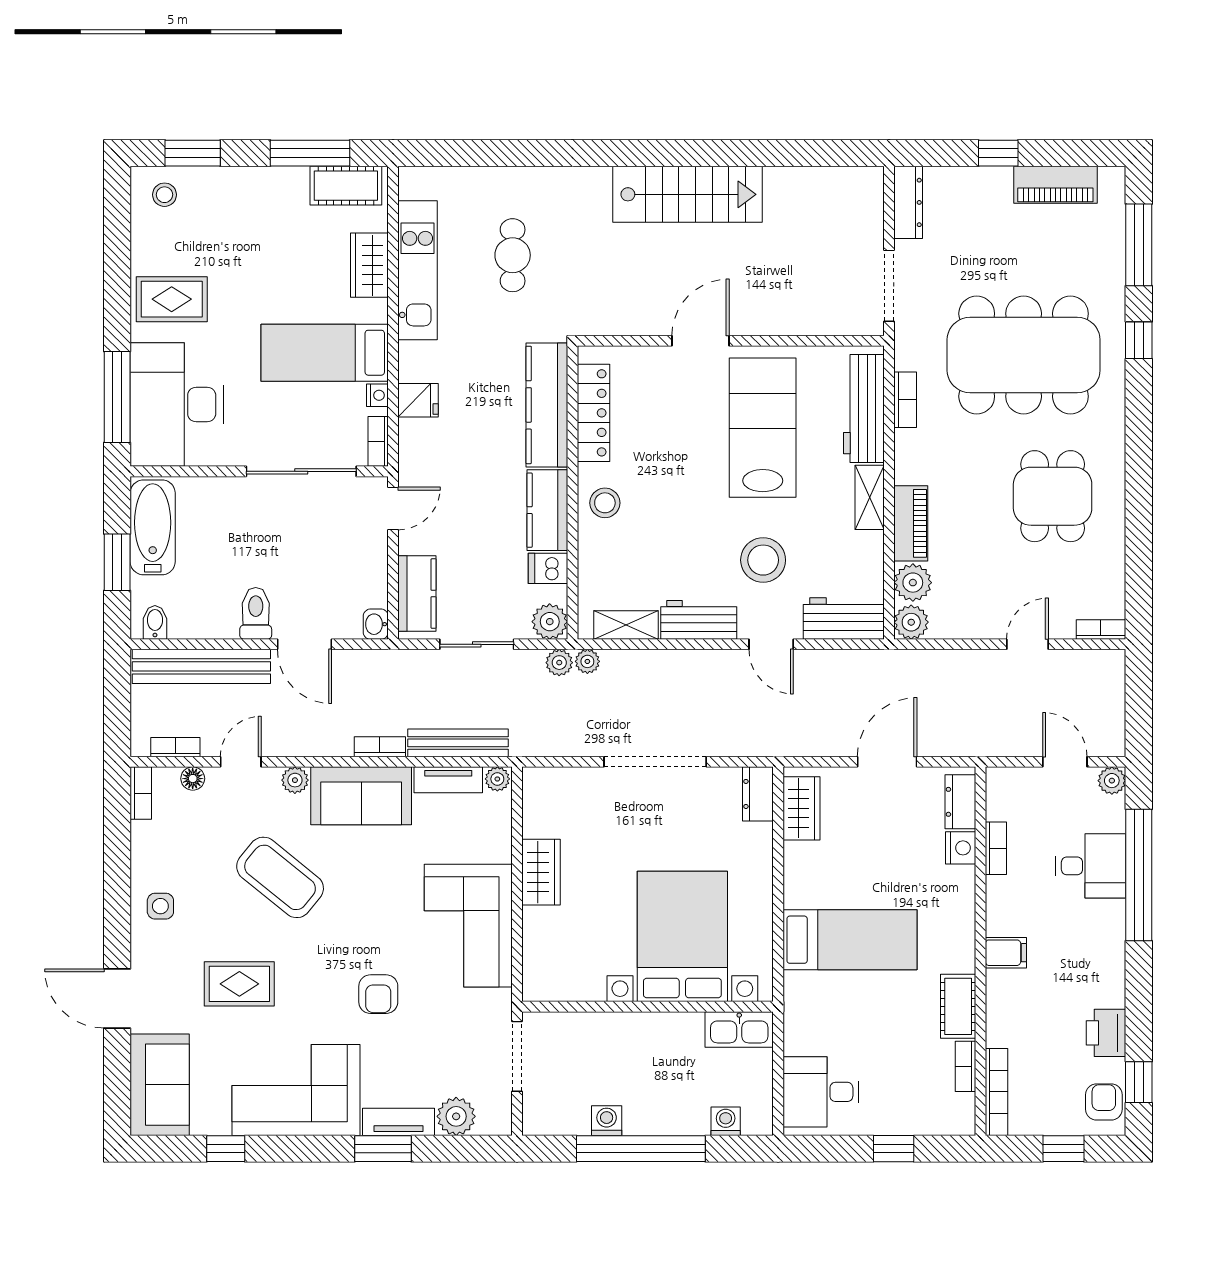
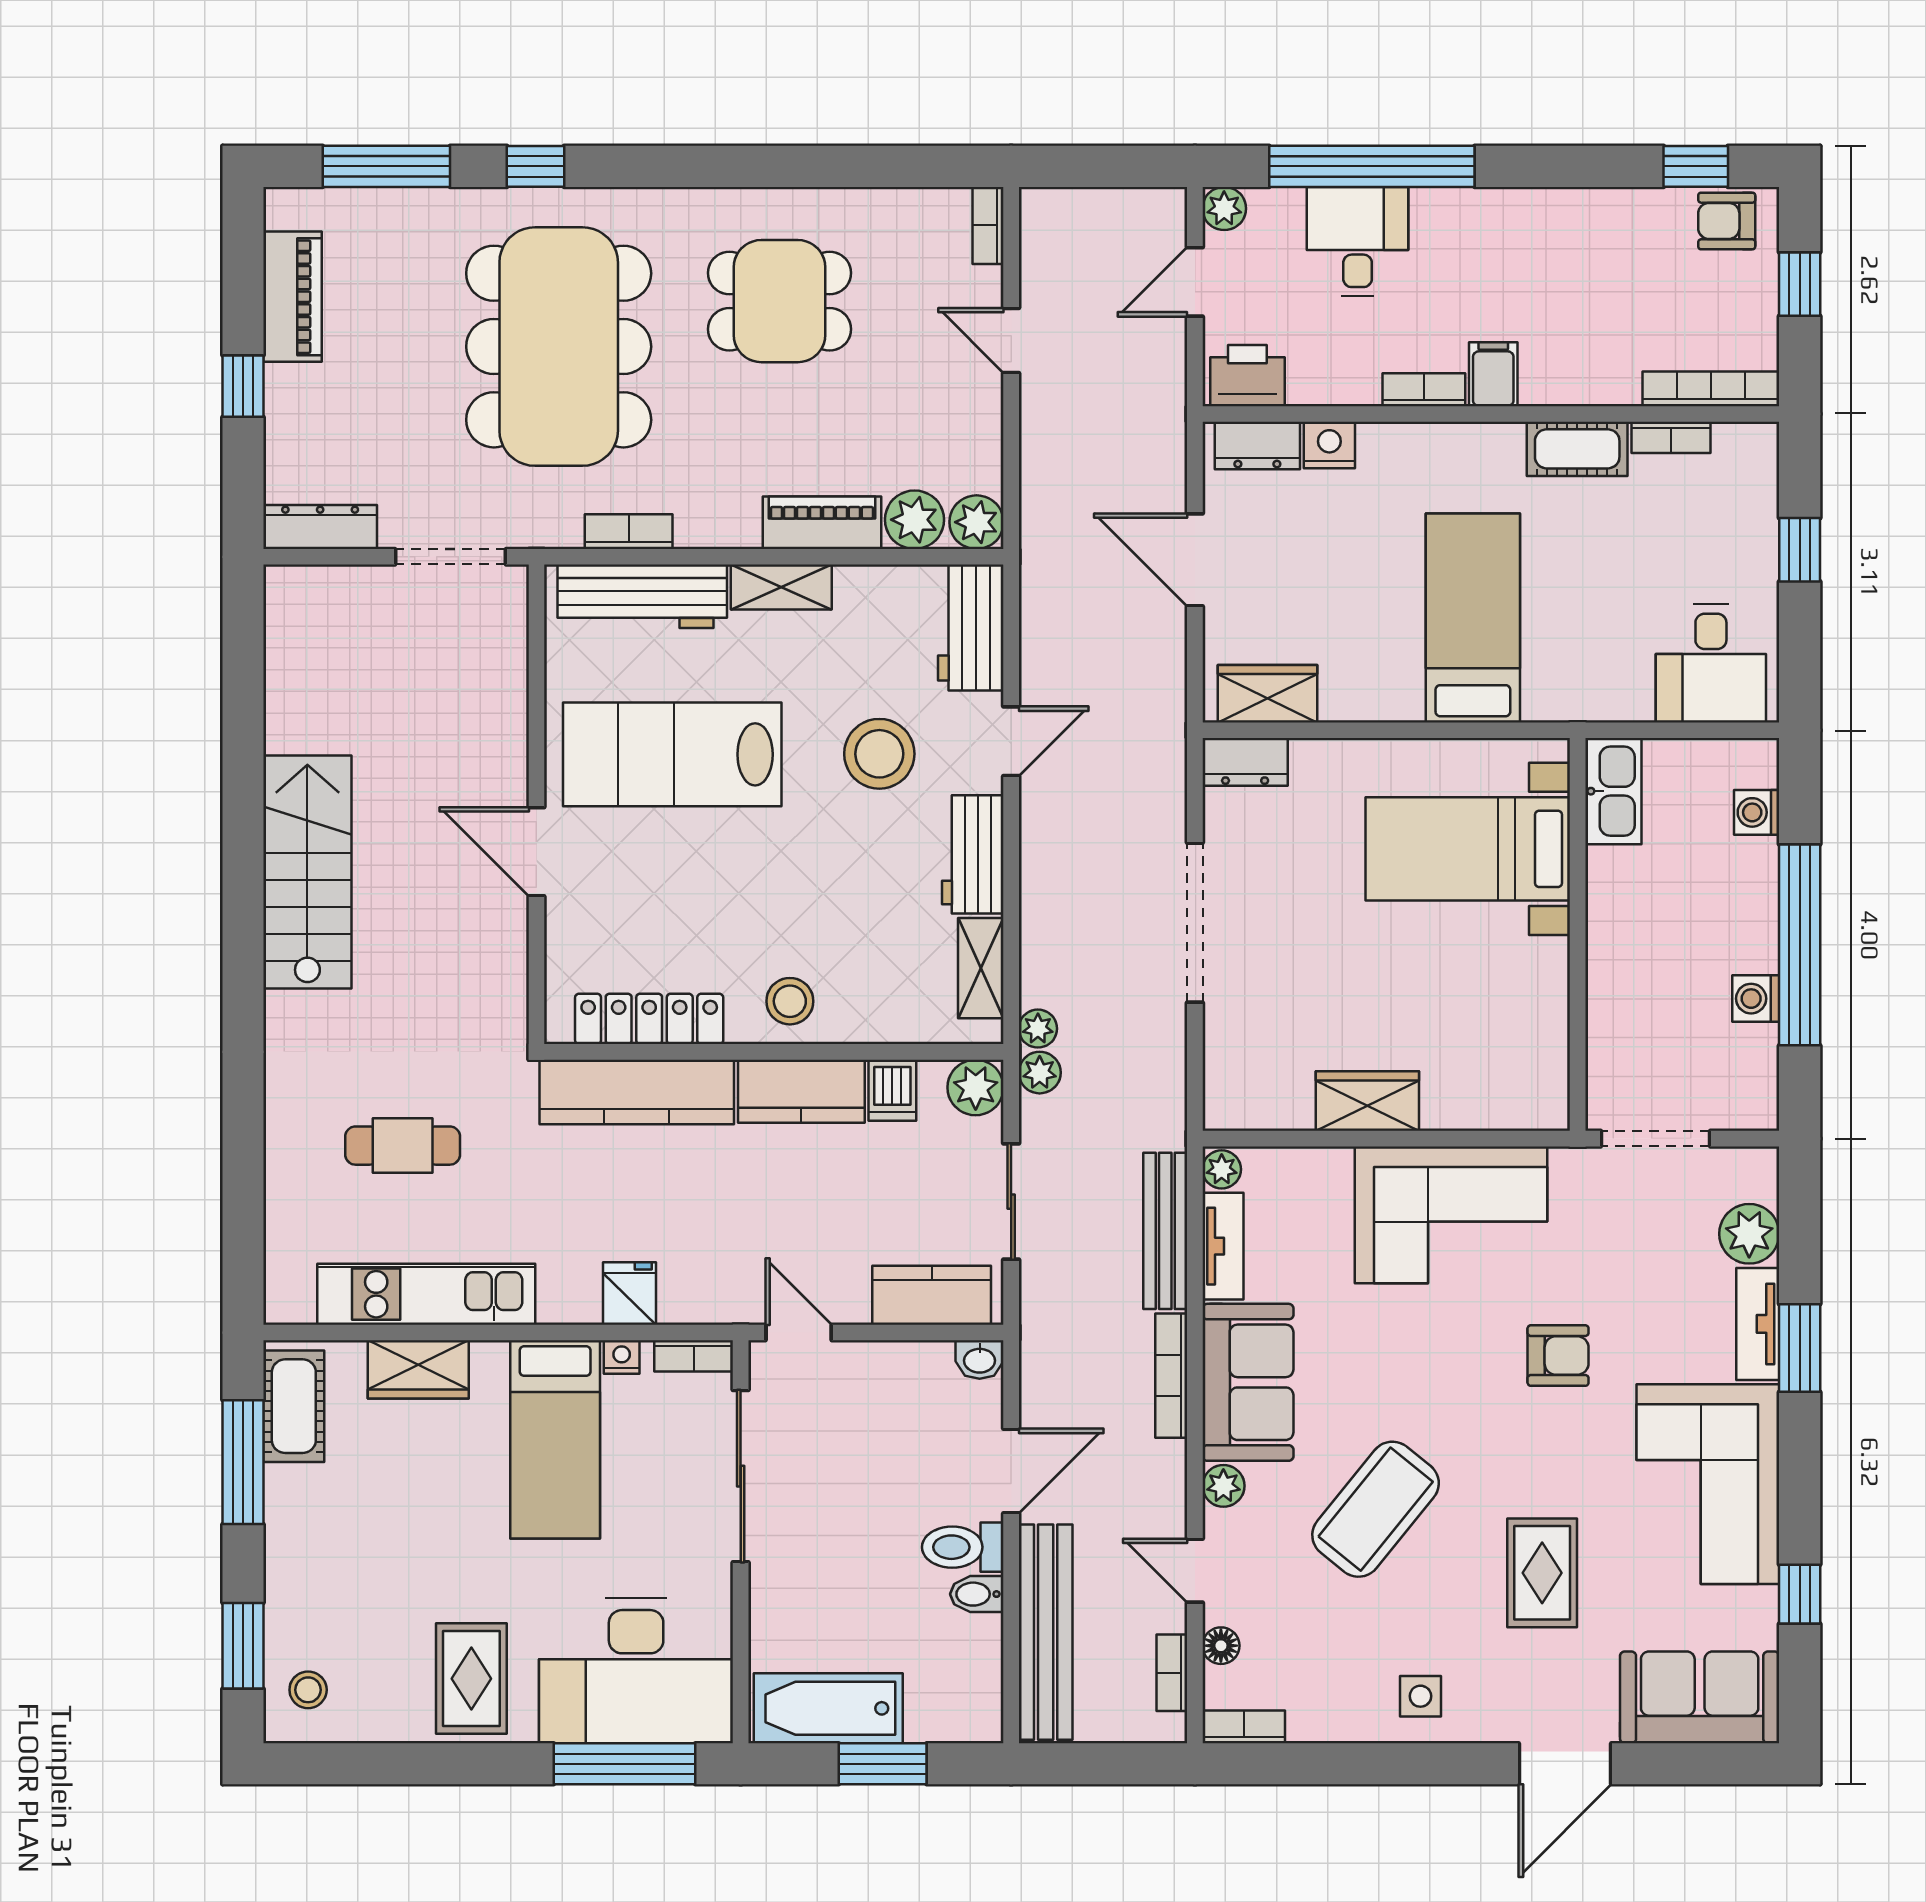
bidet: (155, 622) -> (977, 1594), moved
bookcase: (380, 747) -> (1171, 1376), width x1.56
bookcase: (996, 848) -> (1424, 390), moved
bed with nightstands: (682, 936) -> (1468, 849), width x0.73
printer: (1106, 1033) -> (1247, 376), moved, turned 180

